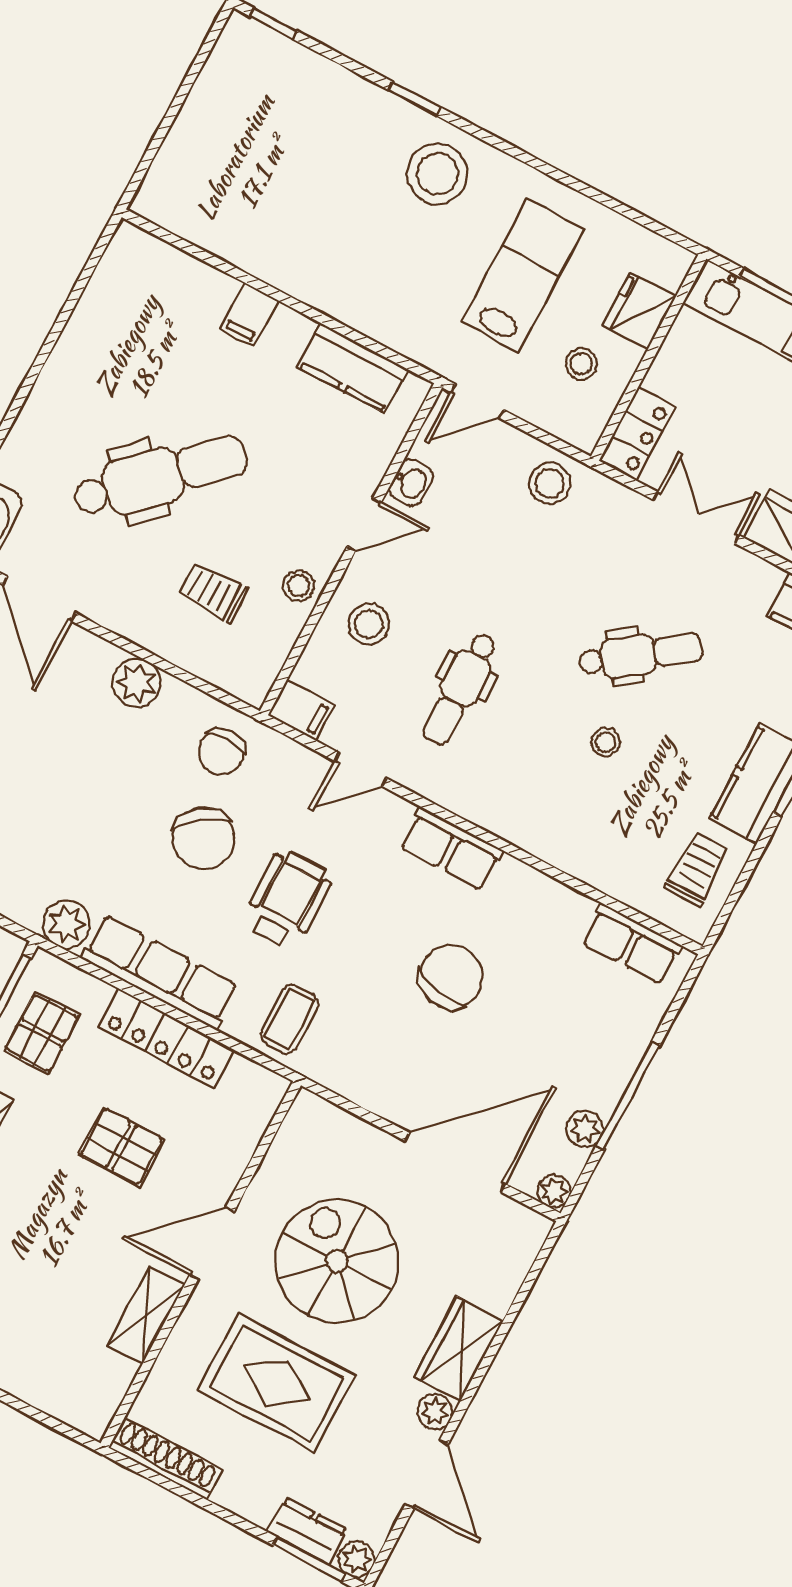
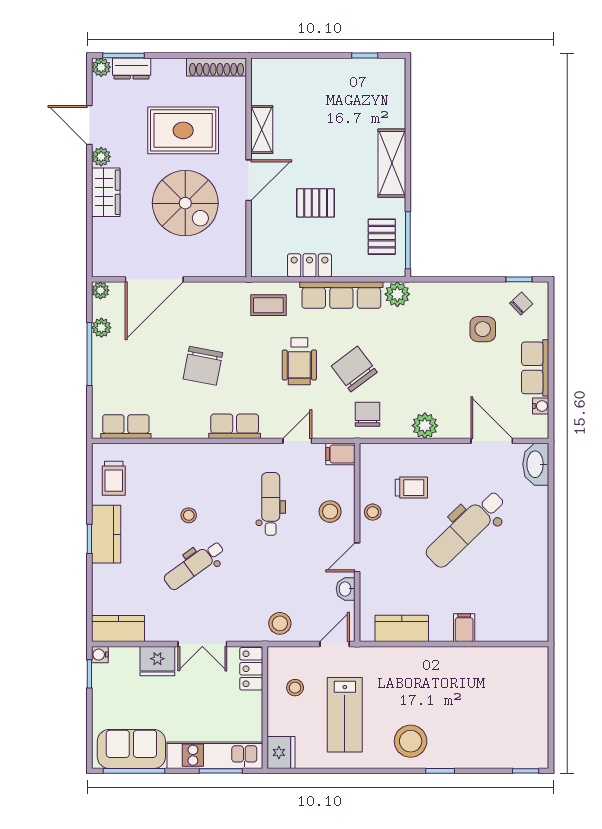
fridge: (639, 311) -> (281, 753), moved
coffee table: (289, 1019) -> (268, 305), turned 90
locker: (166, 1038) -> (310, 265), width x0.66

